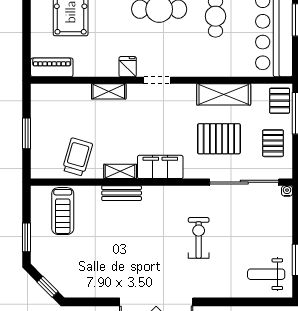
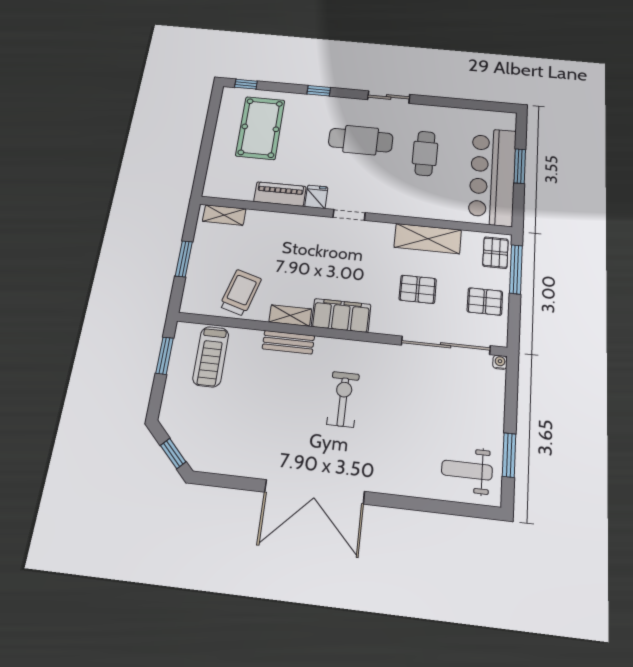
piano: (52, 67) -> (280, 194), moved
shelving: (109, 91) -> (224, 215), moved
pallet: (219, 139) -> (418, 289), width x0.67, depth x0.71
pallet: (273, 143) -> (485, 302), turned 90
window: (27, 237) -> (165, 356), moved
exercise bike: (199, 238) -> (343, 399), moved

